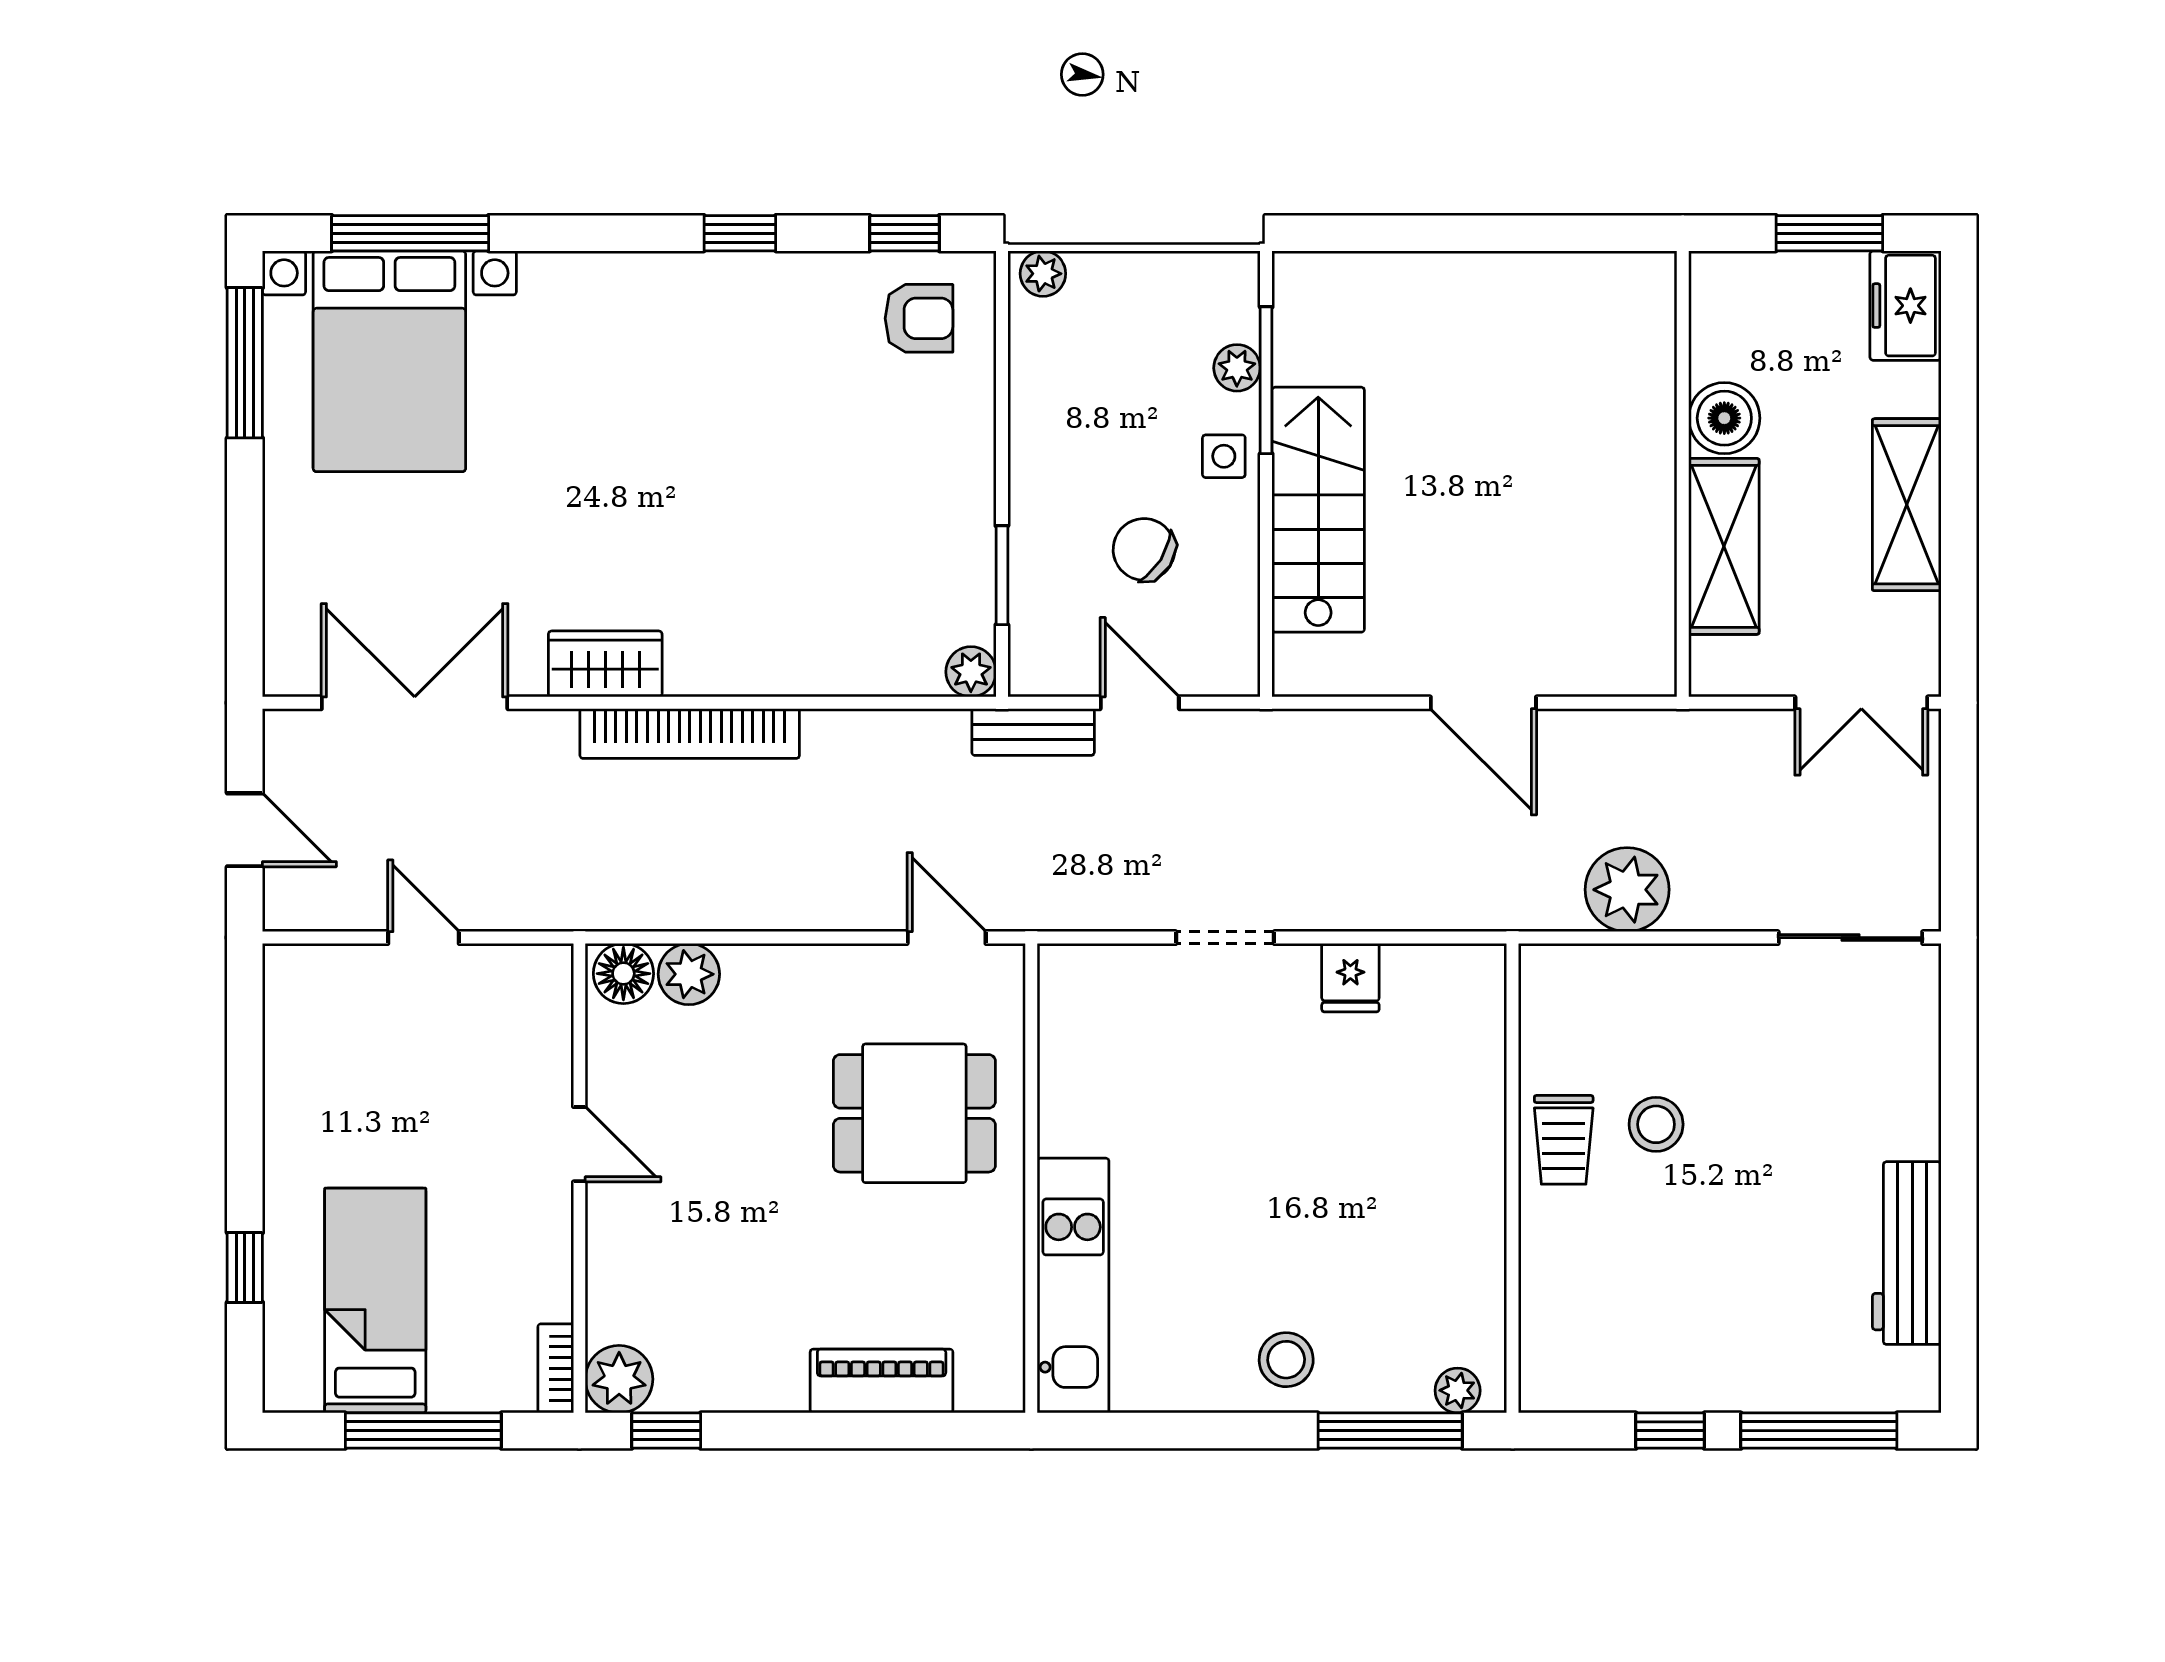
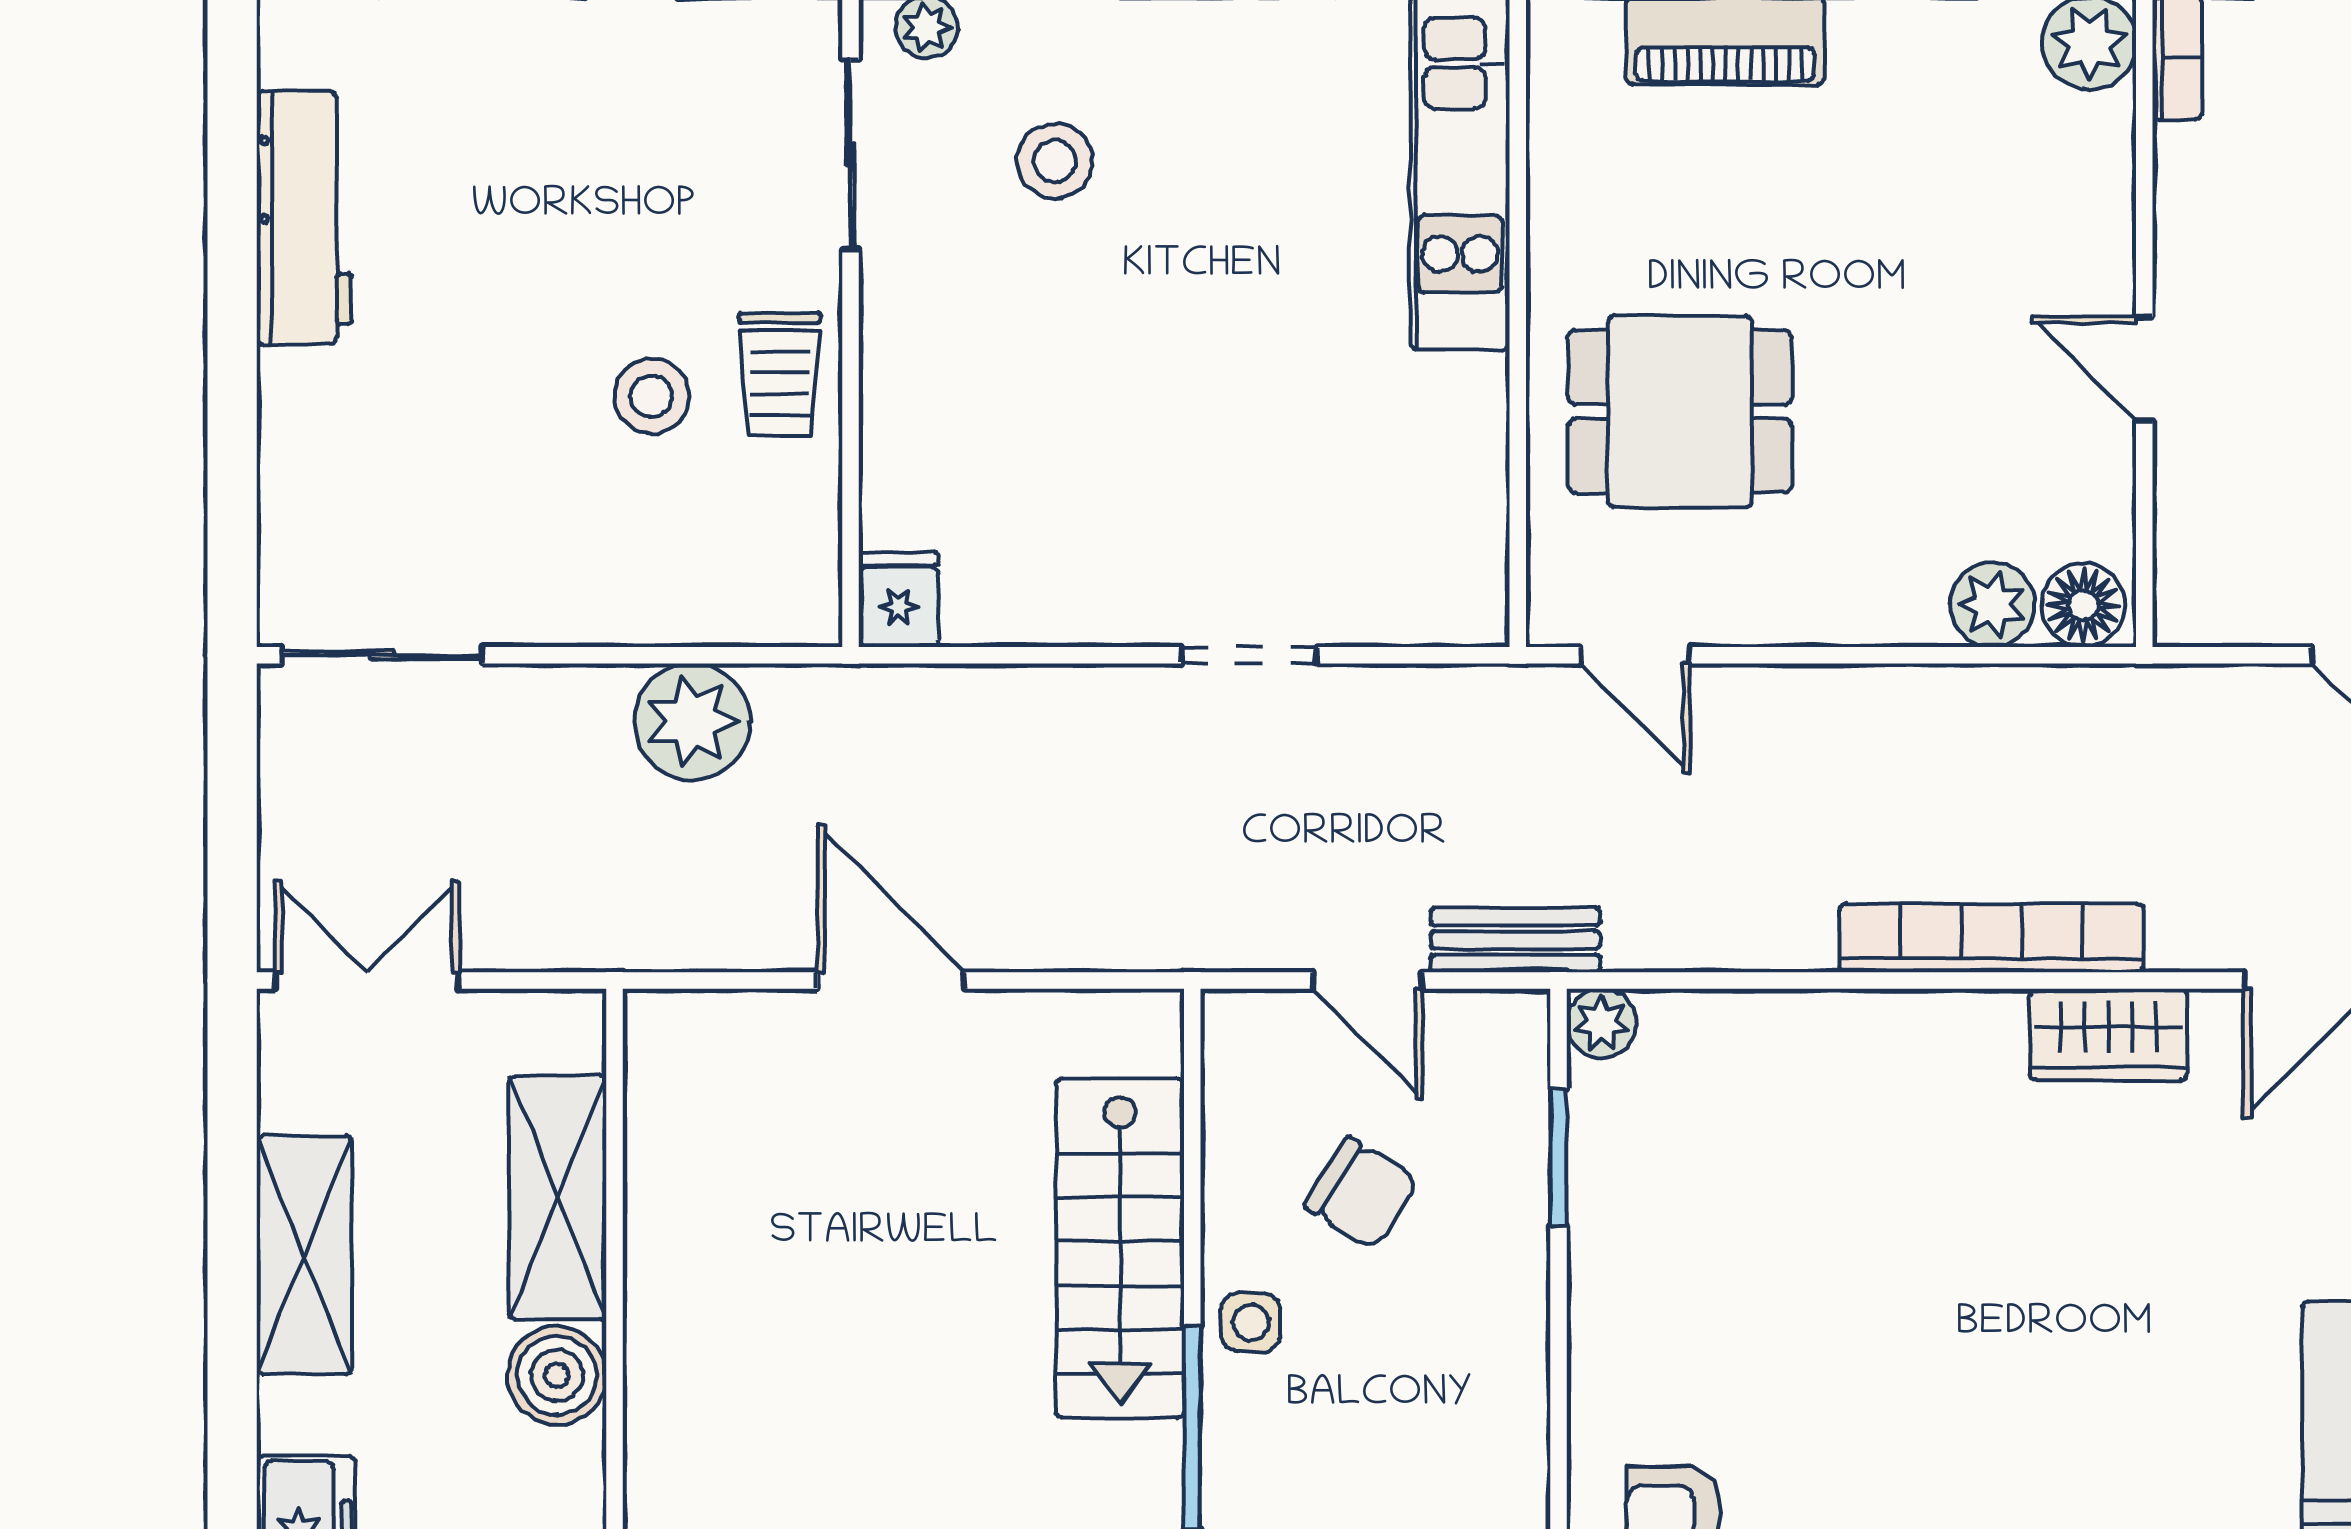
plant: (1237, 368) -> (1233, 1445), removed
fridge: (1350, 978) -> (898, 600), moved
trolley: (1564, 1140) -> (780, 375), turned 180
sliding door: (1513, 1299) -> (850, 155), added
stool: (1286, 1360) -> (1055, 161), moved

